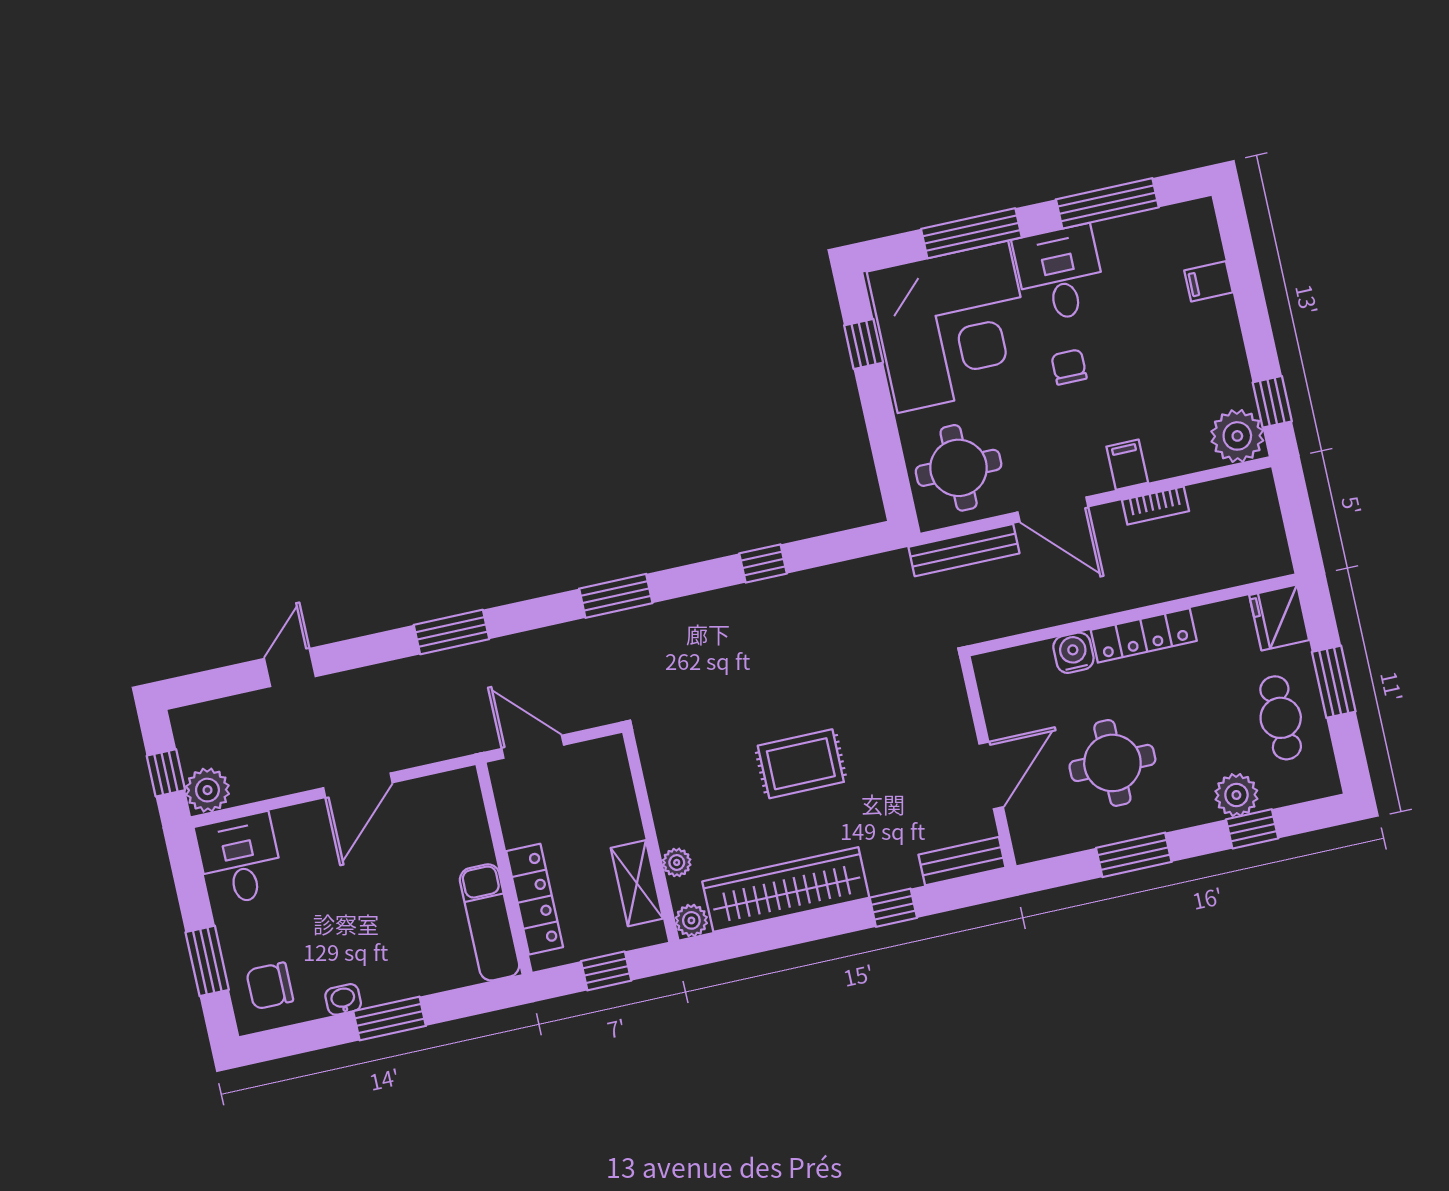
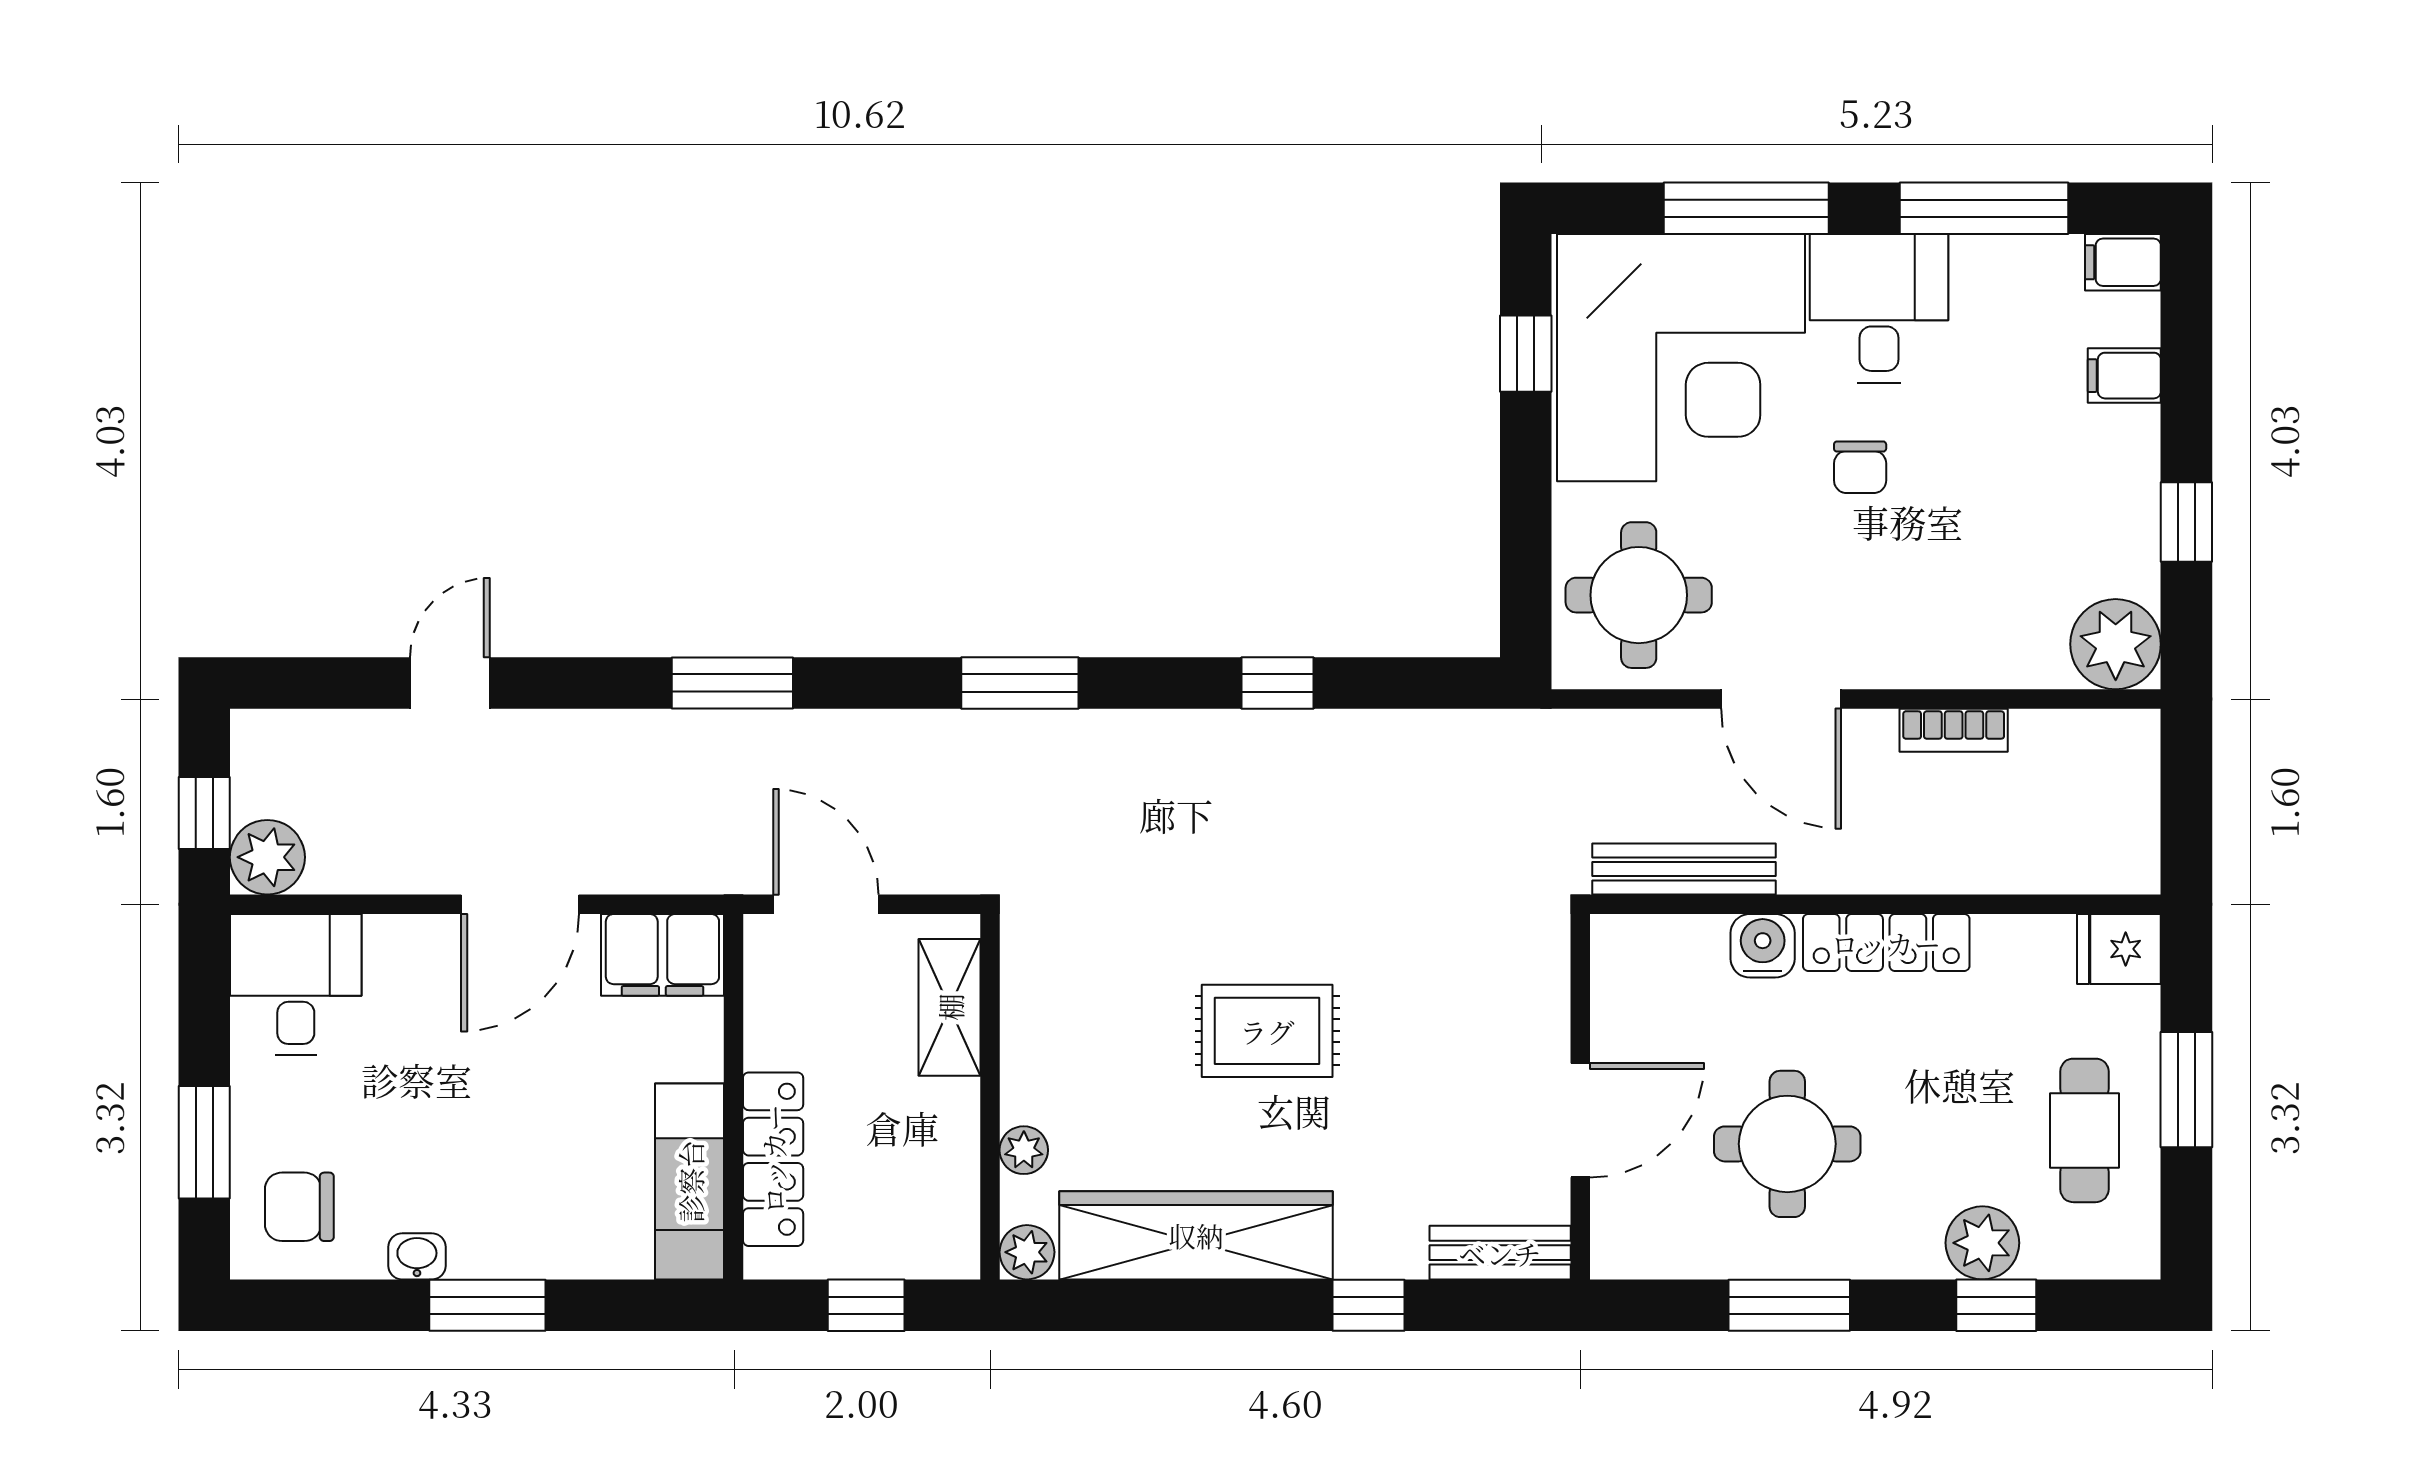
chair: (1069, 367) -> (1860, 467), turned 180
window: (1272, 402) -> (2186, 522), moved
filing cabinet: (1127, 465) -> (2123, 262), moved, turned -90
bench: (964, 550) -> (1684, 869), moved
fridge: (1279, 618) -> (2119, 949), width x0.72
filing cabinet: (446, 796) -> (662, 955), added
shelving: (637, 883) -> (950, 1007), moved

